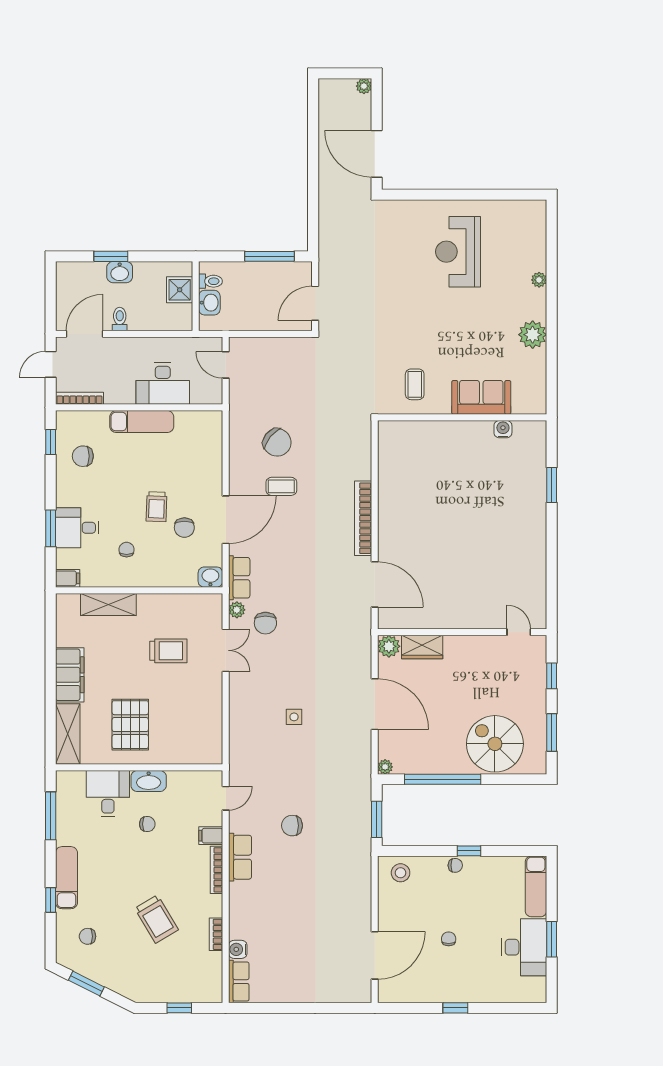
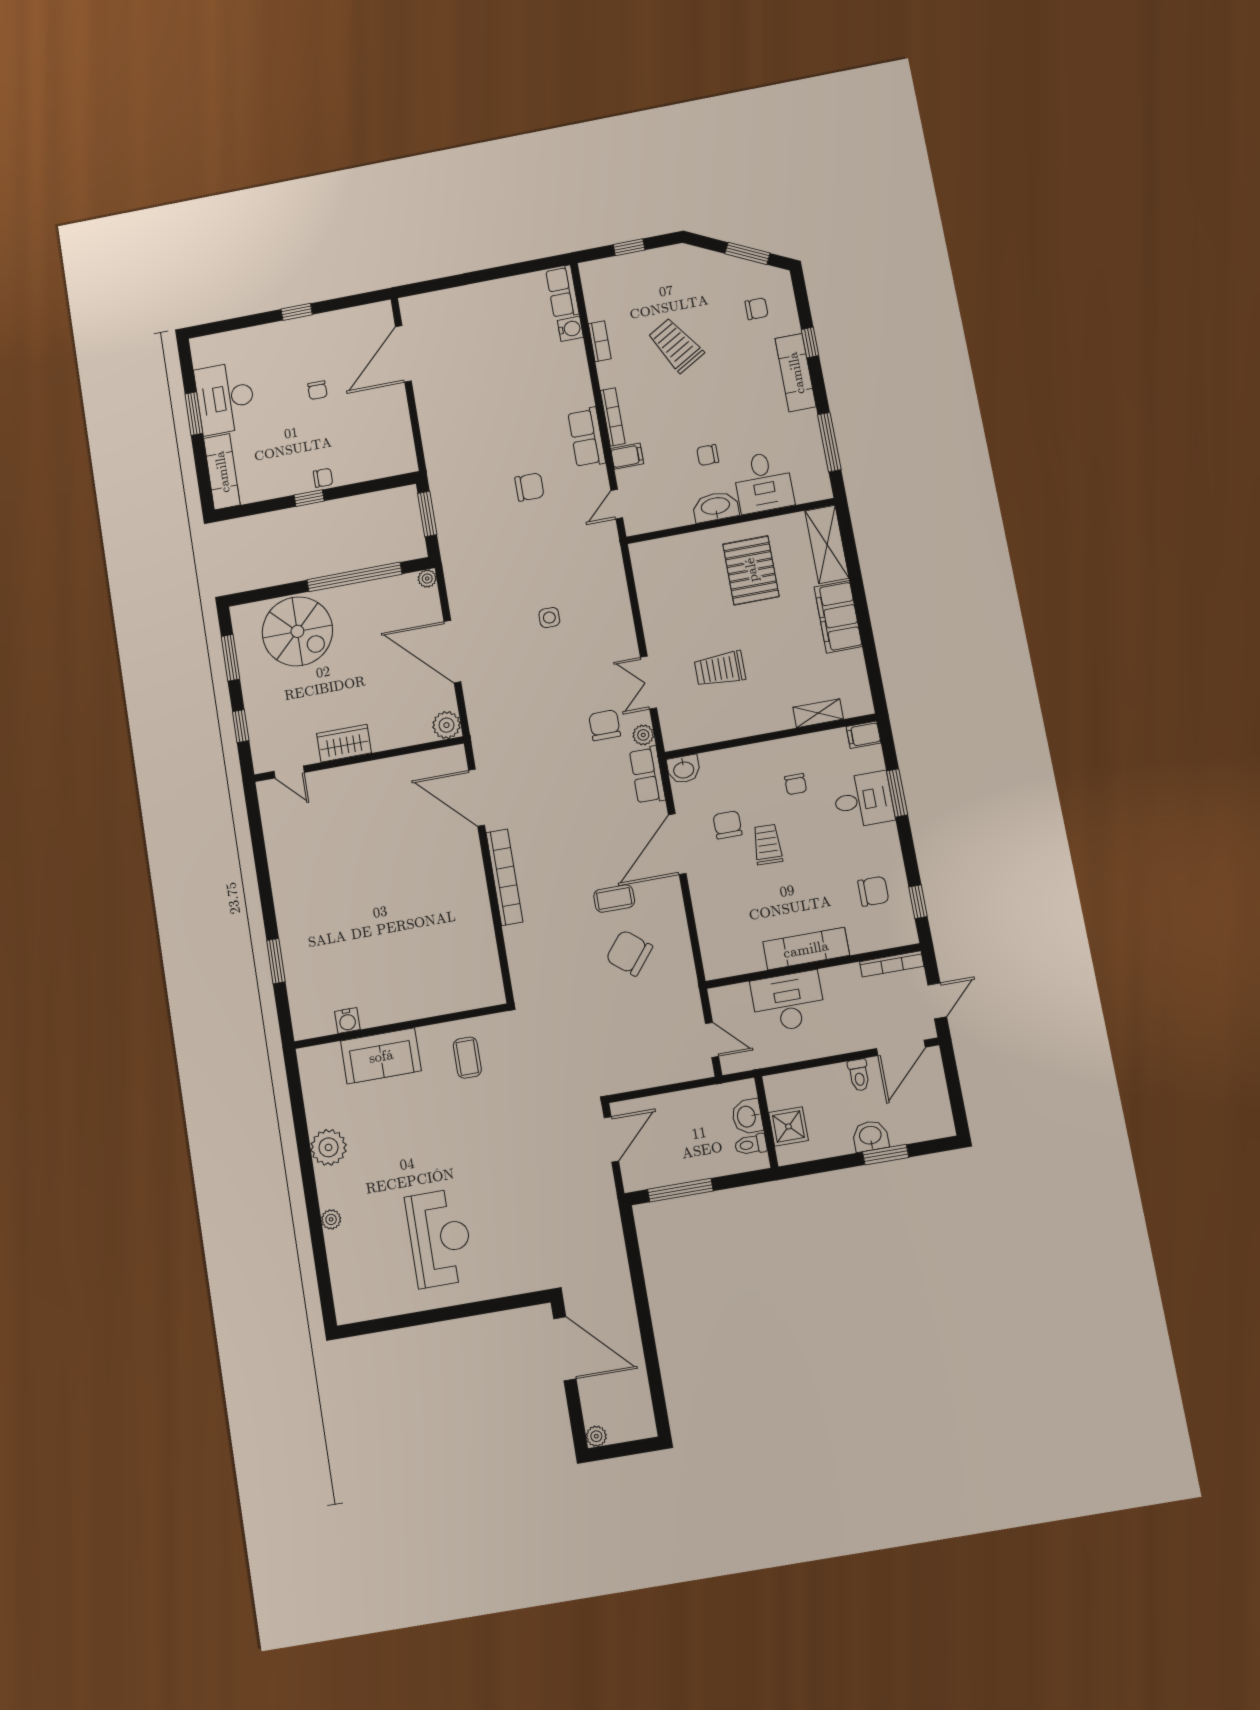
shelving: (108, 604) -> (818, 713), width x0.67, depth x0.75
wardrobe: (422, 647) -> (344, 743), moved
chair: (455, 865) -> (323, 478), turned 180
stool: (401, 873) -> (388, 456), removed

